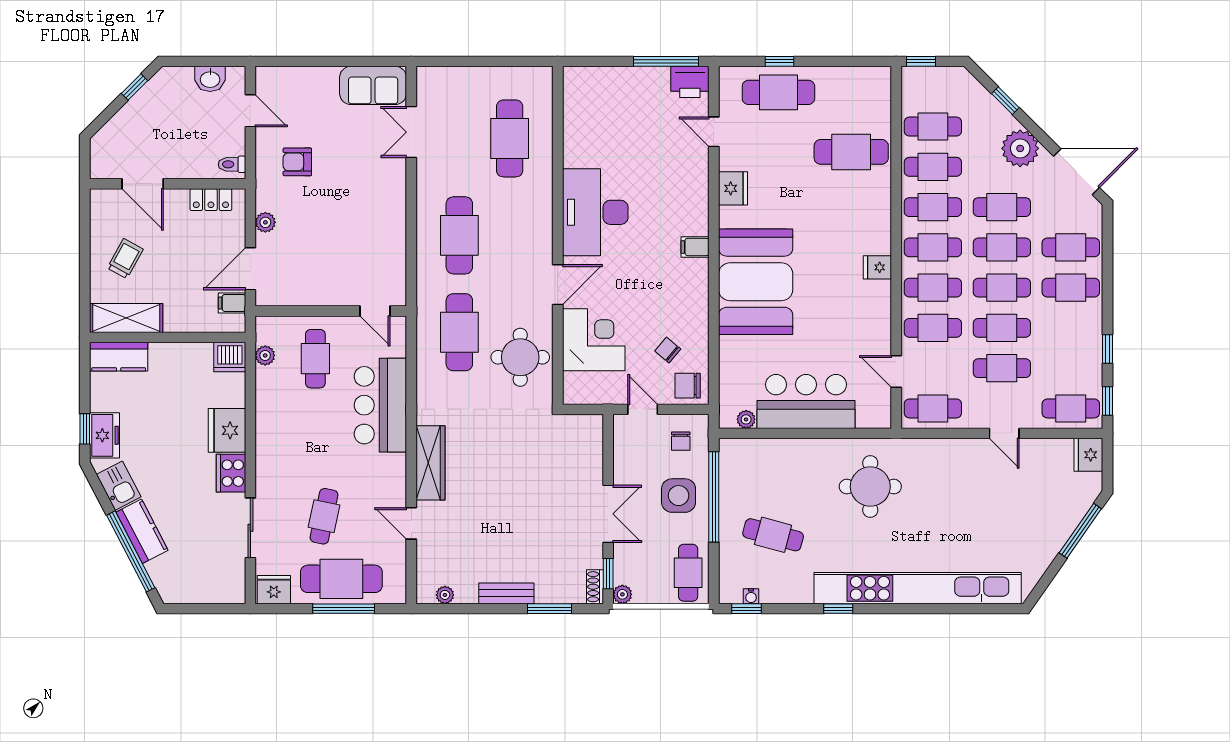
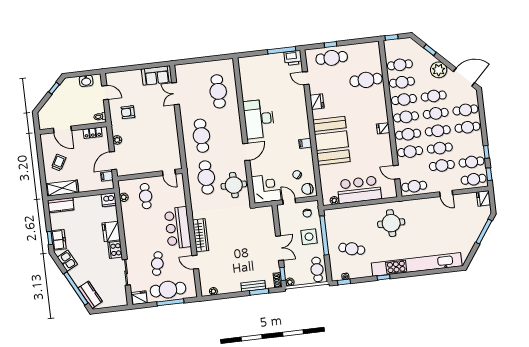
filing cabinet: (695, 247) -> (305, 143), moved
corner desk: (594, 340) -> (266, 188), moved
cafe table: (1071, 368) -> (472, 162), added
bar counter: (380, 405) -> (178, 228), moved
kitchen counter: (142, 531) -> (90, 295), moved
bench: (506, 593) -> (253, 286), moved

